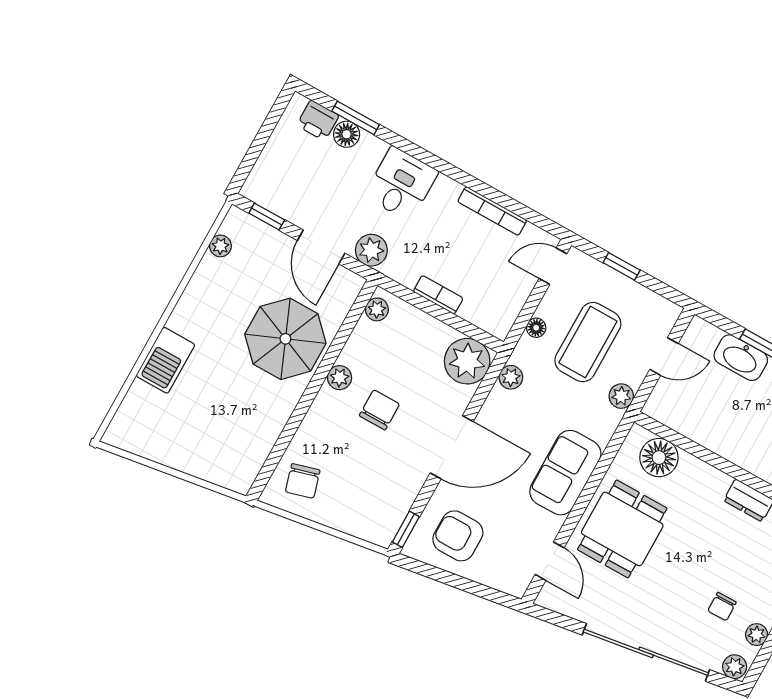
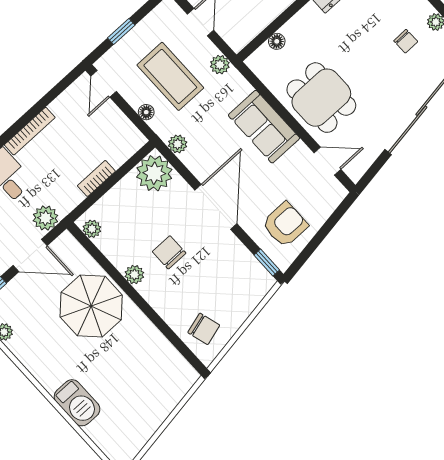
bookcase: (492, 211) -> (30, 131), moved
floor lamp: (659, 458) -> (277, 41), width x0.53, depth x0.53
armchair: (458, 536) -> (285, 225), turned 180

